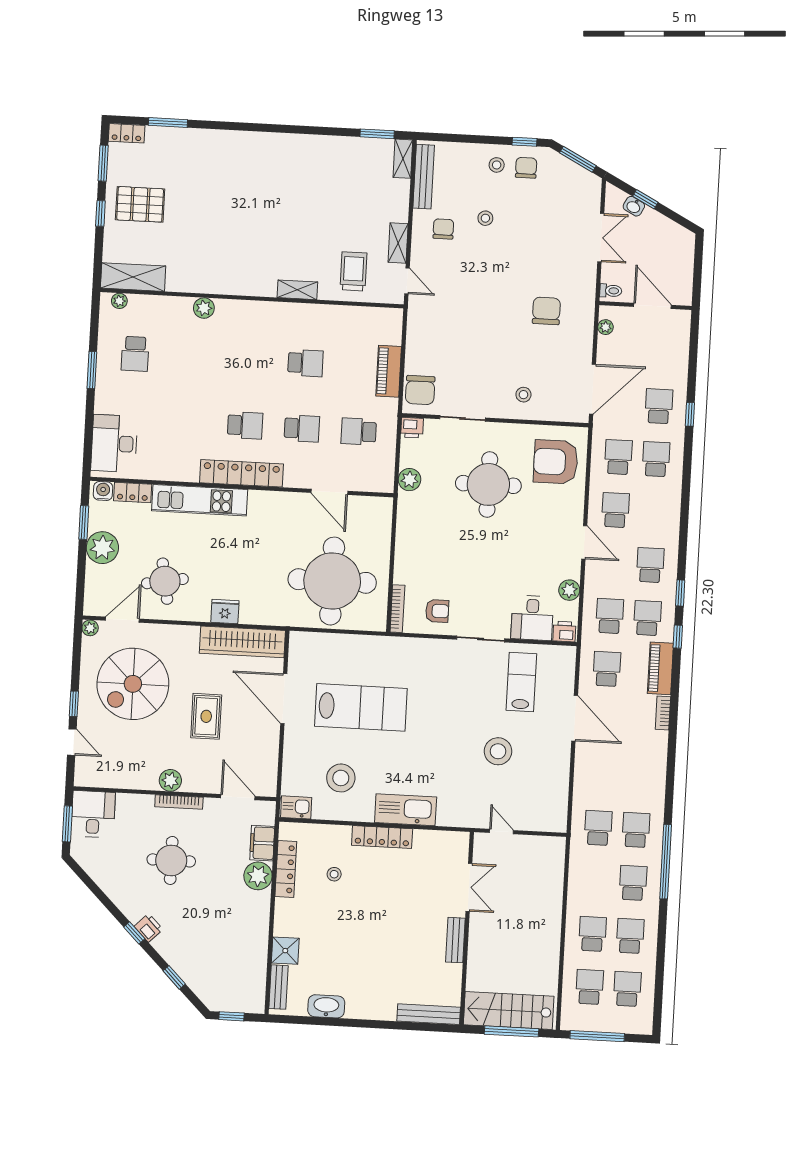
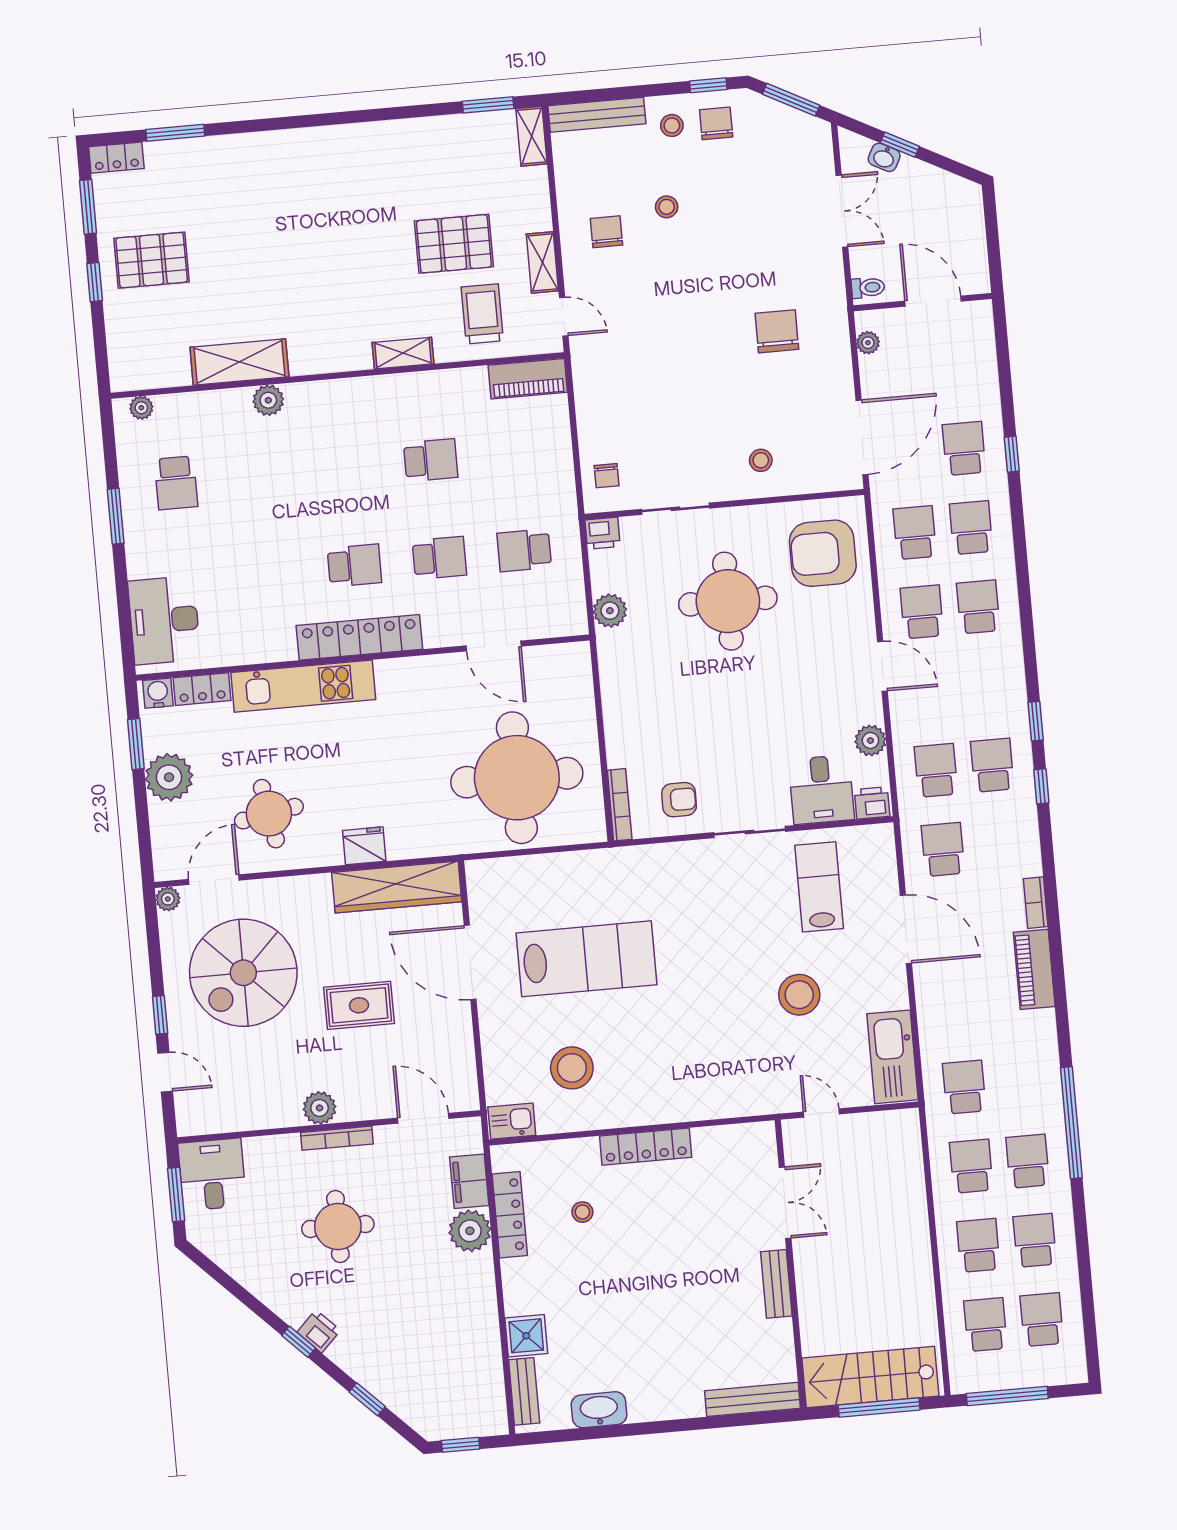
bench: (424, 177) -> (597, 115), moved, turned 90
pallet: (341, 222) -> (454, 244), added
shelving: (133, 277) -> (239, 362), moved
piano: (389, 371) -> (528, 379), moved, turned -90
chair: (420, 390) -> (607, 476), width x0.54, depth x0.54
school desk: (650, 565) -> (978, 607), moved
piano: (660, 668) -> (1034, 969), moved
rug: (206, 716) -> (359, 1005), turned 90
kitchen sink: (406, 810) -> (892, 1057), moved, turned -90
school desk: (636, 830) -> (971, 1166), moved

